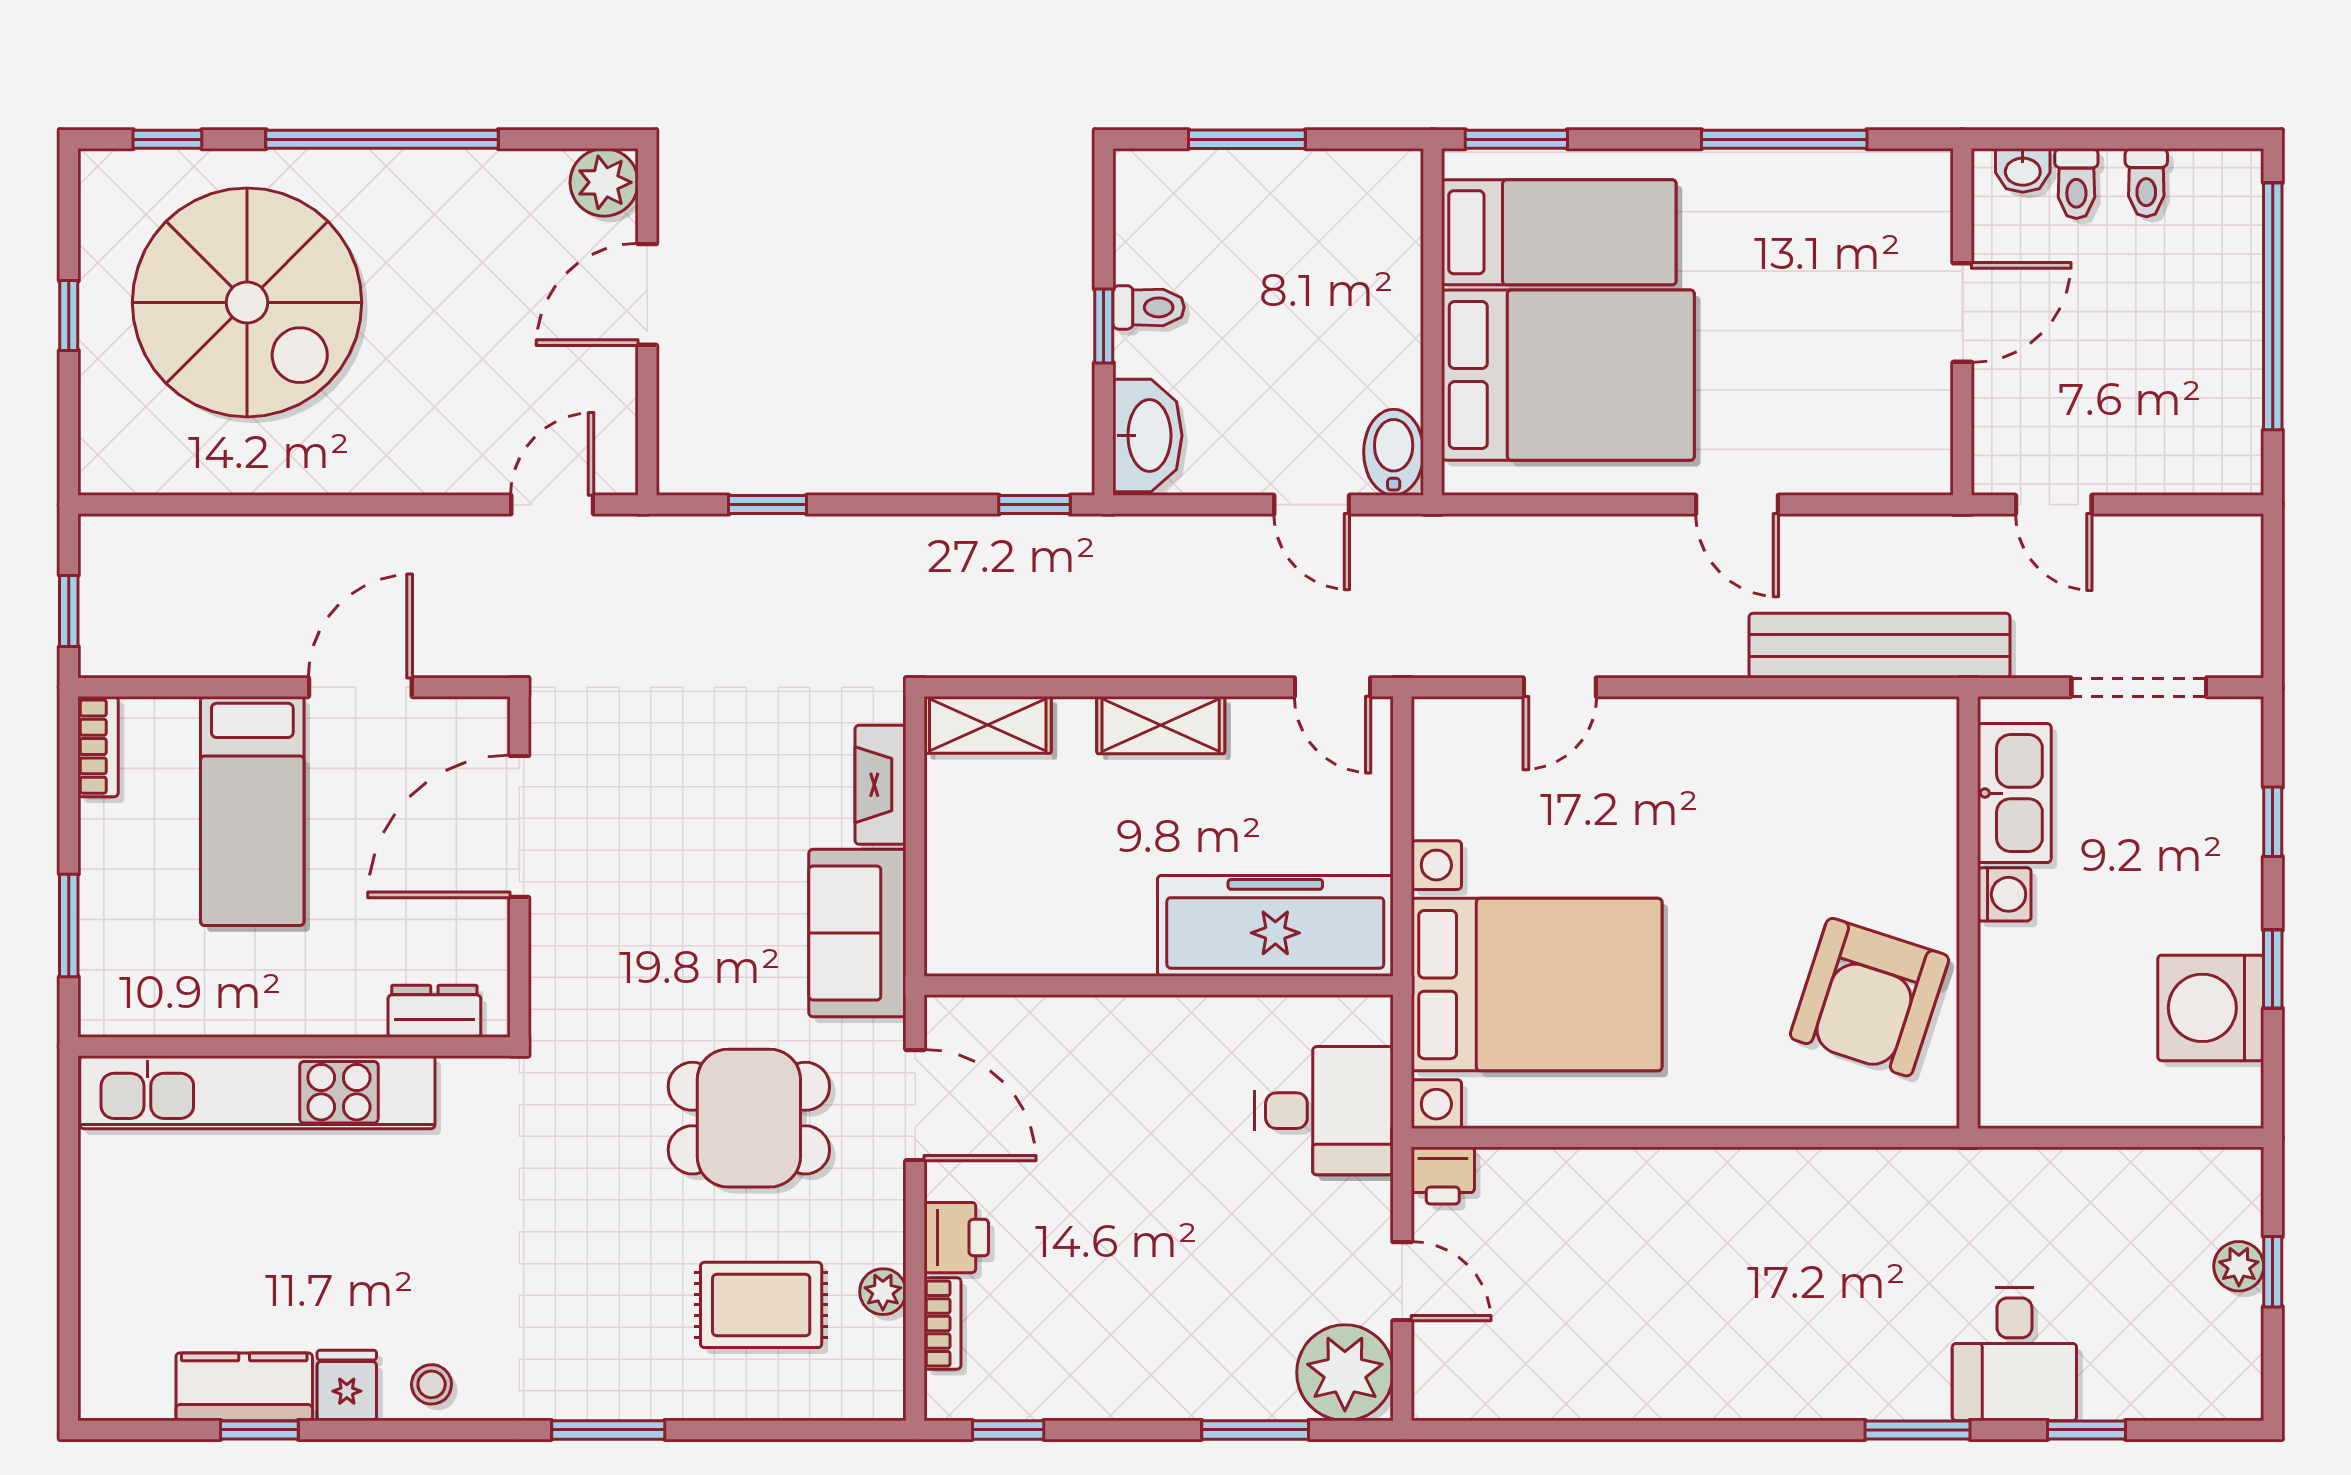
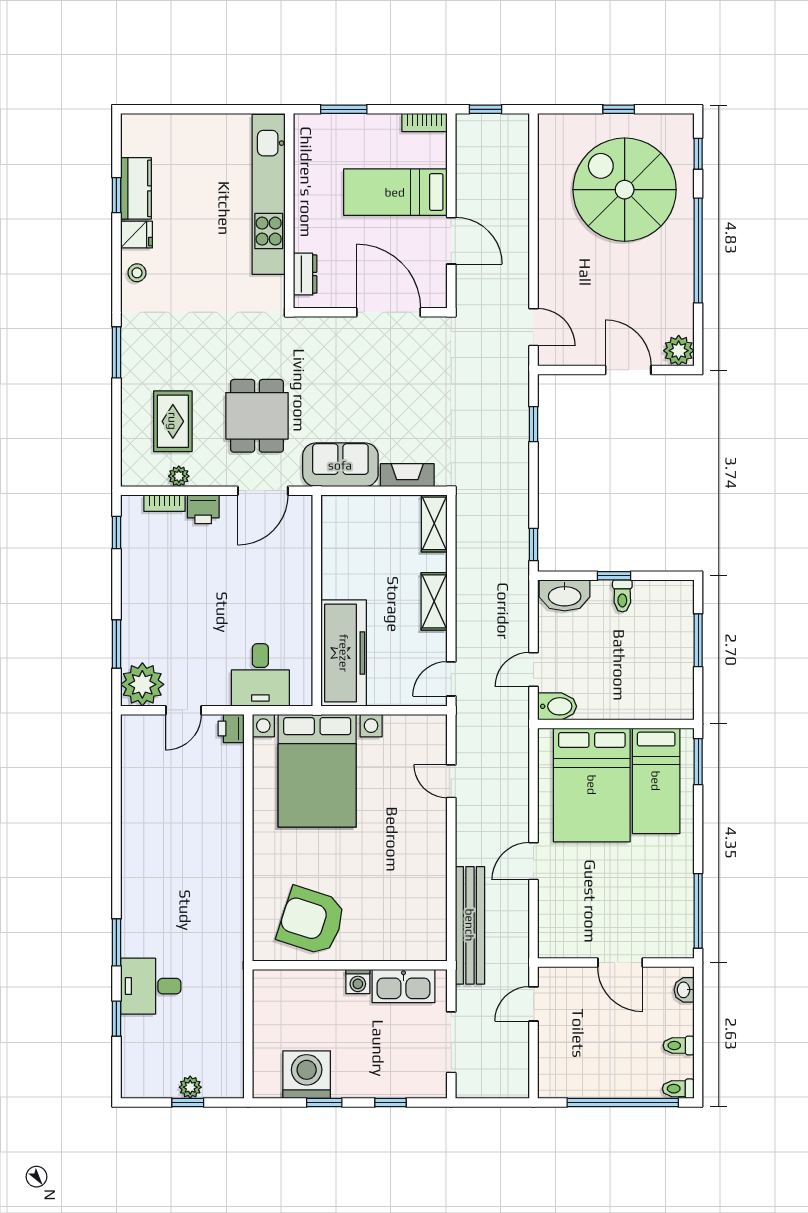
window: (1784, 139) -> (698, 911), moved
toilet: (2076, 184) -> (678, 1089), moved
spiral stairs: (247, 302) -> (625, 190), turned 90

